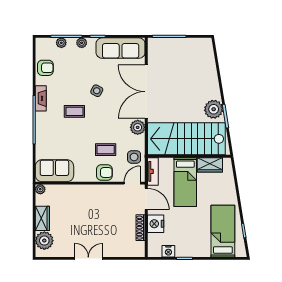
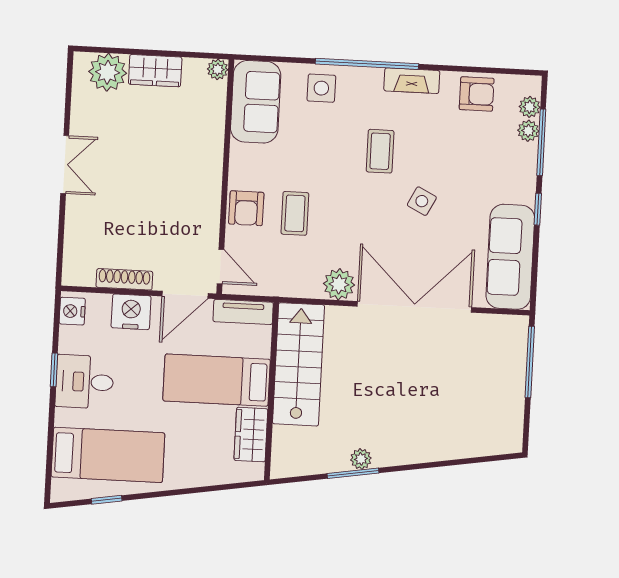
plant: (82, 43) -> (530, 107), moved
armchair: (45, 68) -> (477, 94), turned -90
plant: (214, 109) -> (361, 459), width x0.53, depth x0.53
stairs: (186, 139) -> (299, 364), width x0.73, depth x0.66
side table: (134, 157) -> (321, 88), moved
desk: (189, 244) -> (84, 382), added
nightstand: (168, 251) -> (72, 311), moved

